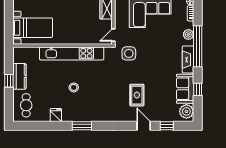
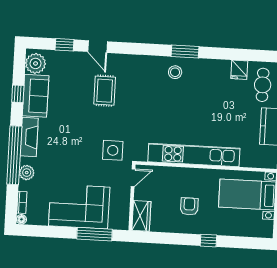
armchair: (73, 17) -> (189, 206), added
stool: (74, 87) -> (175, 72), moved
fridge: (56, 115) -> (239, 70), moved

